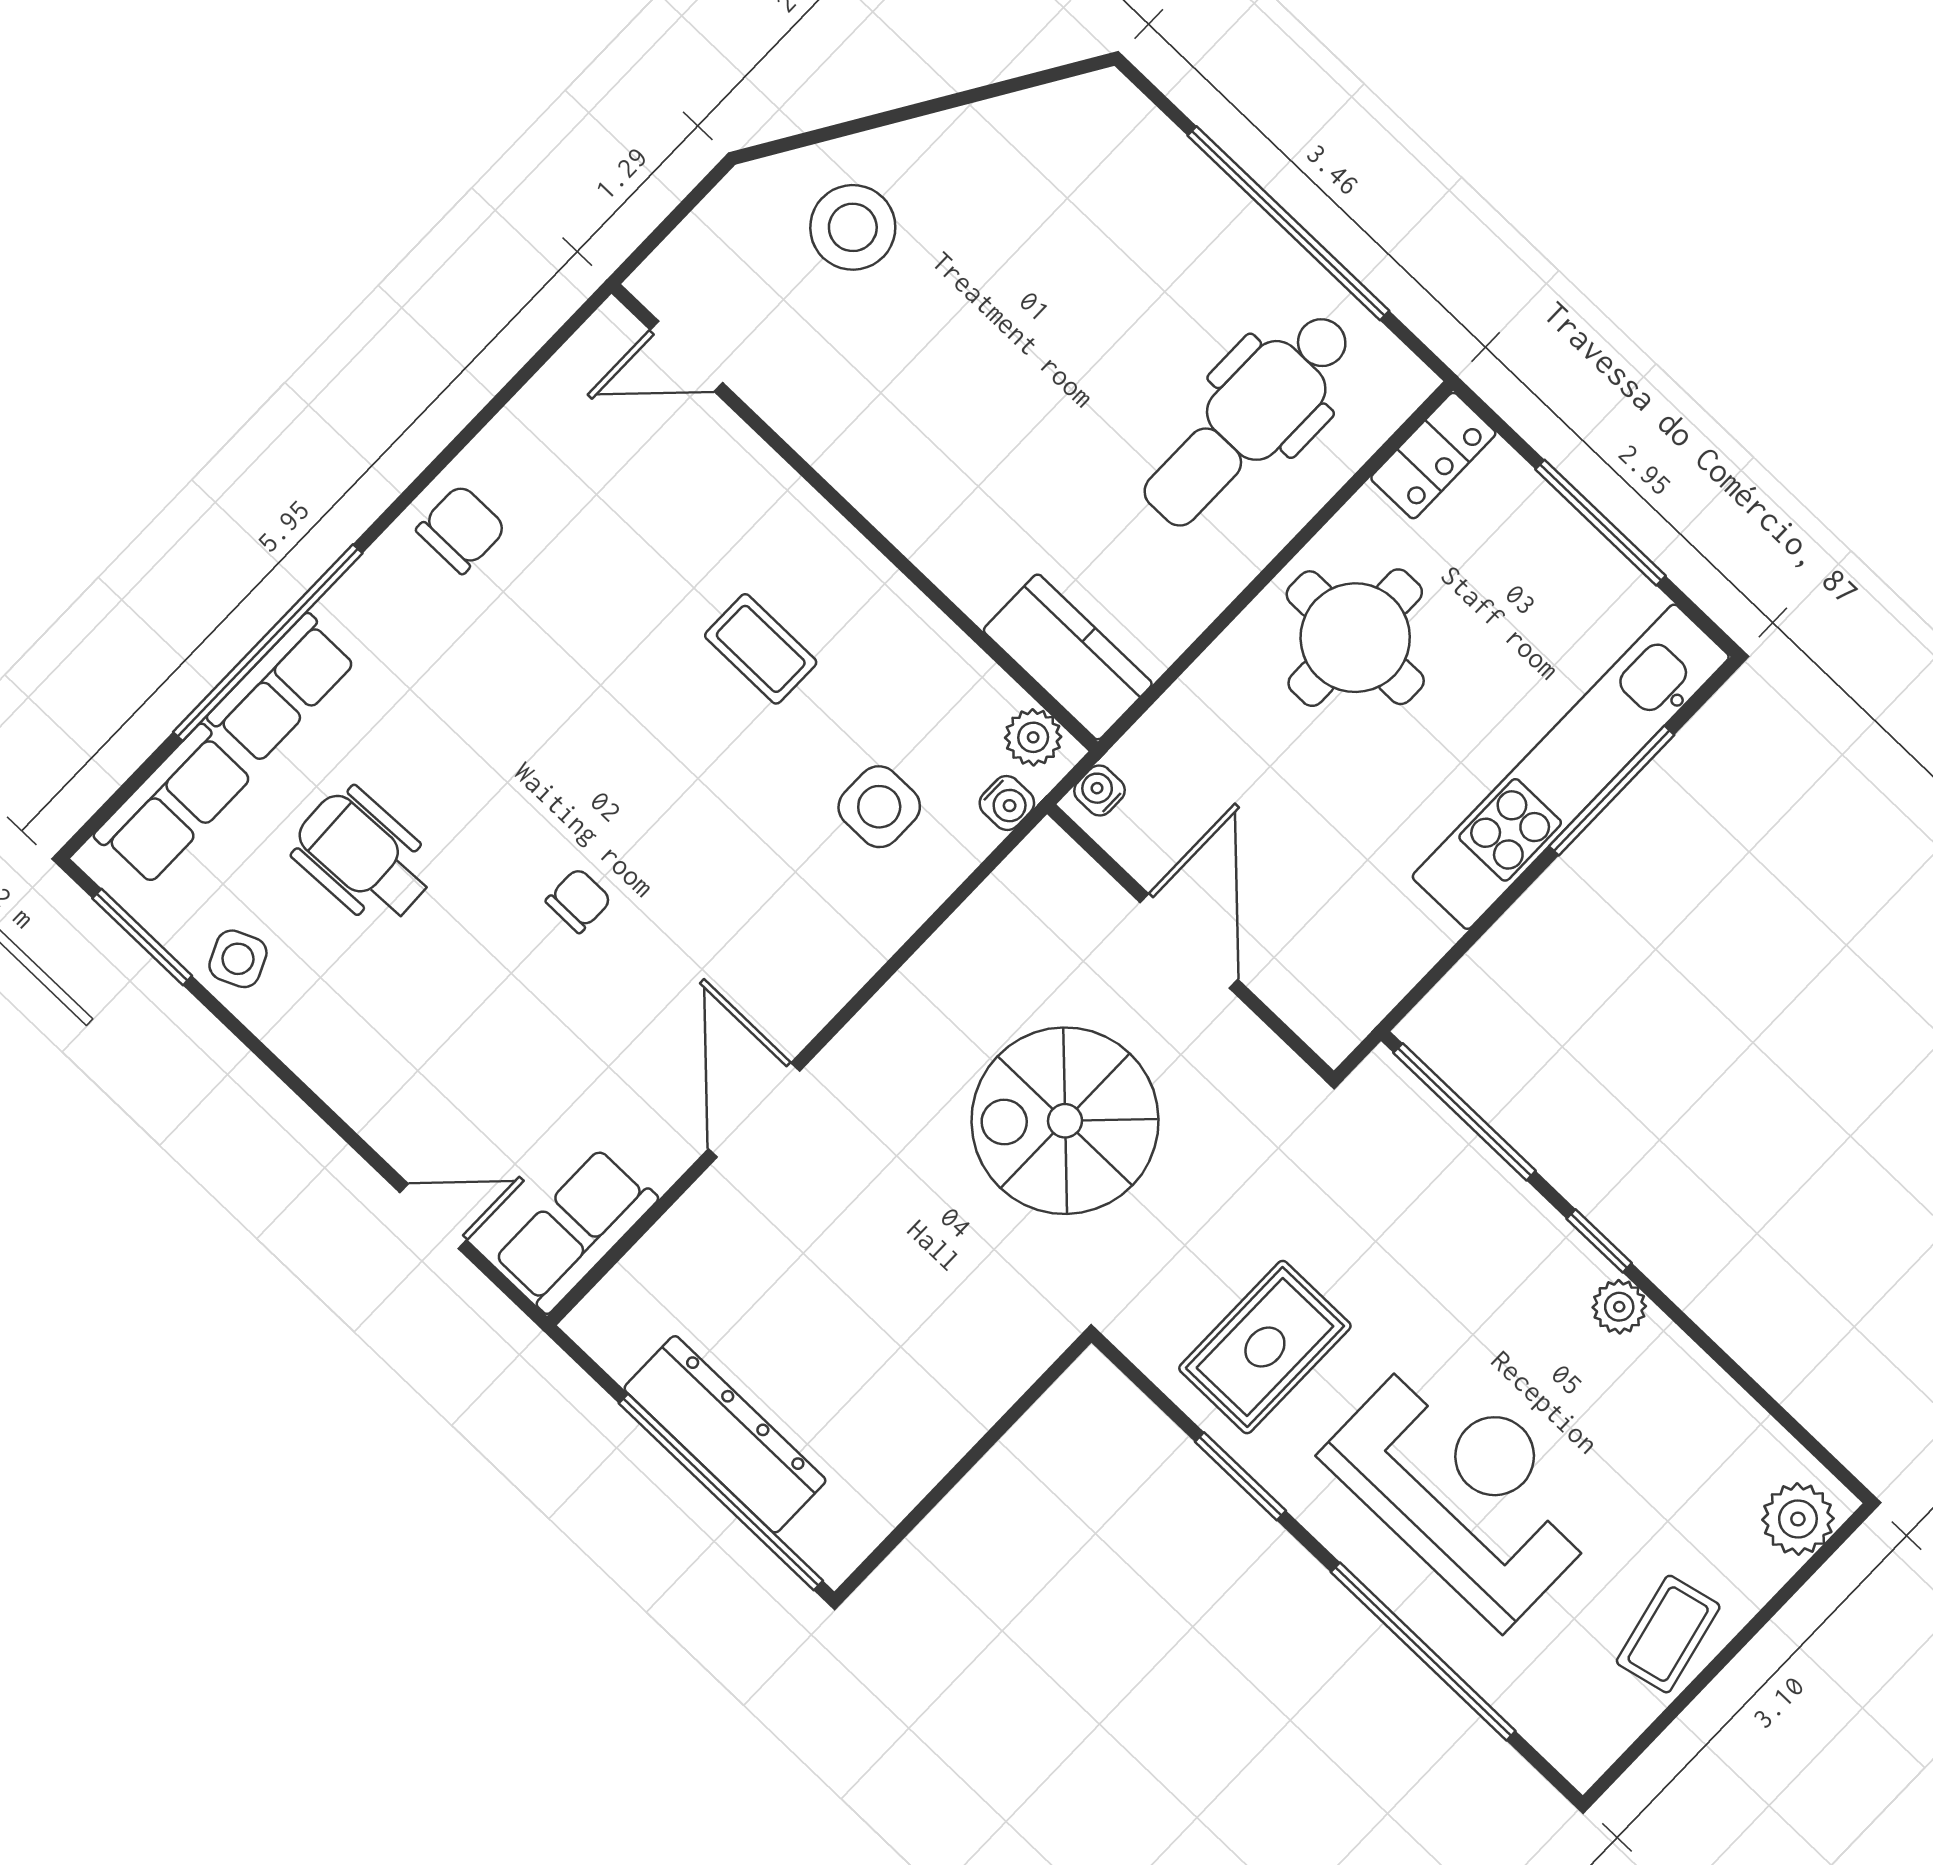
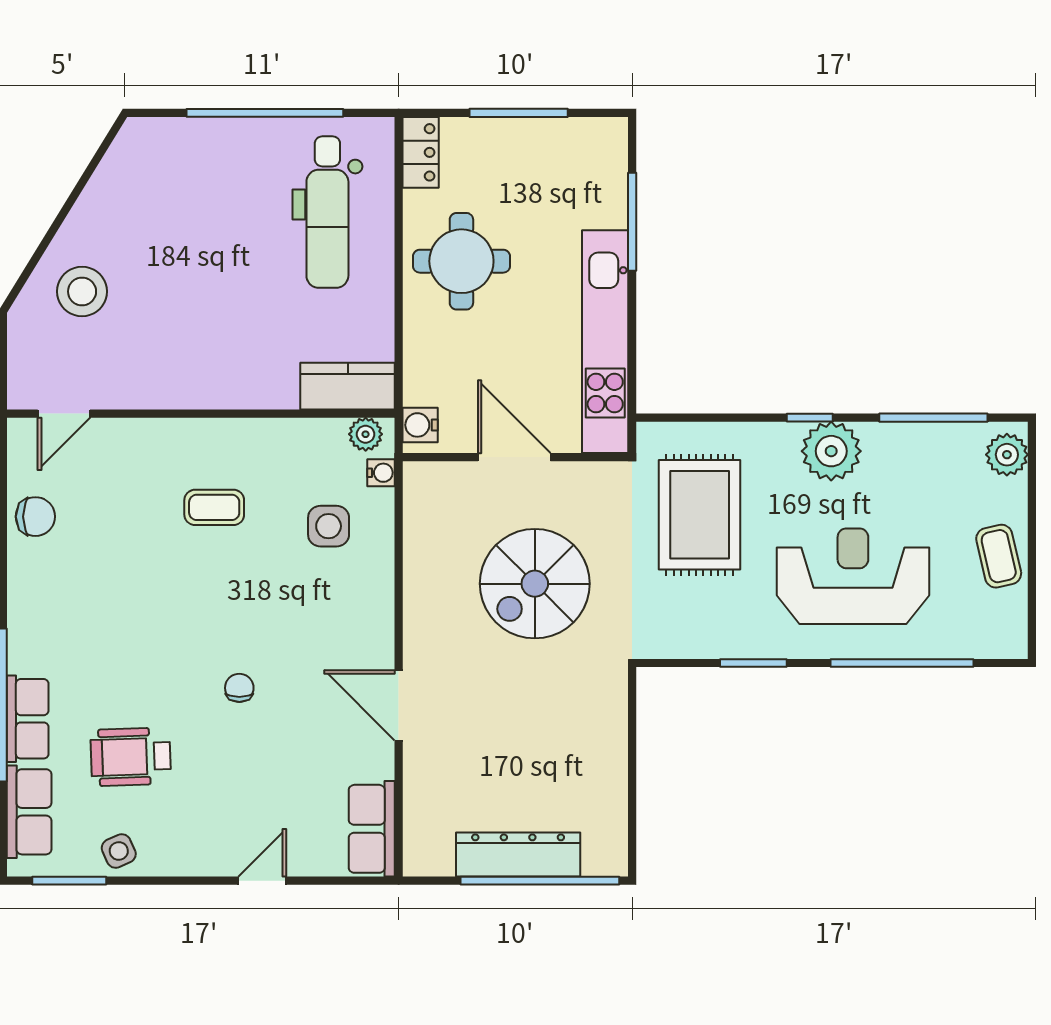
chair: (461, 529) -> (35, 517), moved, turned 90
kitchen unit: (1571, 767) -> (605, 342), moved
water cooler: (1100, 791) -> (420, 425), width x1.38, depth x1.38
window: (1465, 1112) -> (933, 418), moved
door: (433, 1216) -> (262, 881), moved
plant: (1619, 1307) -> (831, 451), width x1.88, depth x1.88
rug: (1265, 1347) -> (700, 515), moved, width x1.36, depth x1.43

